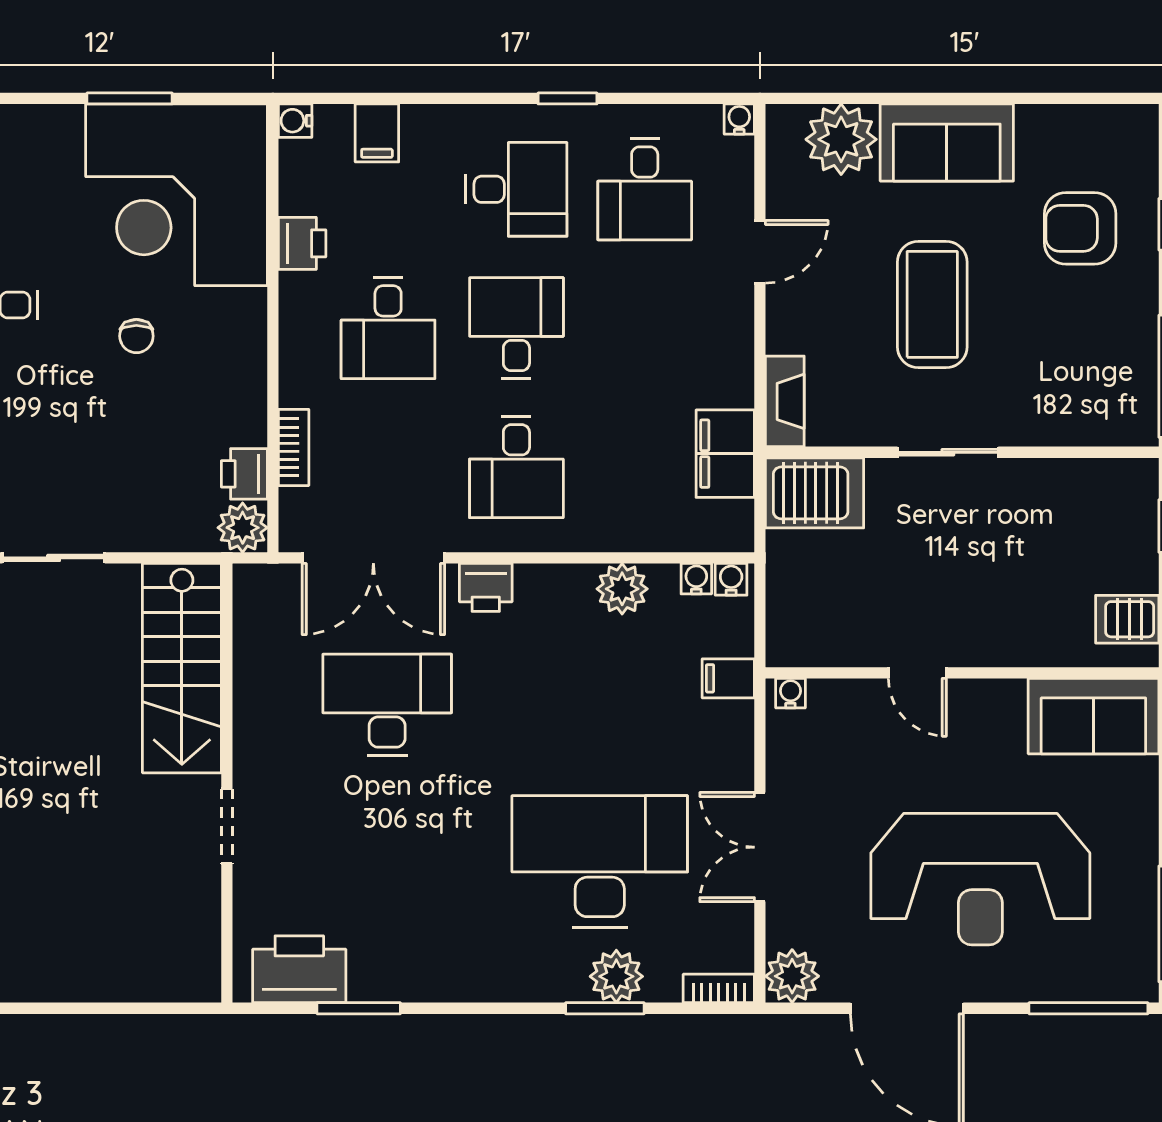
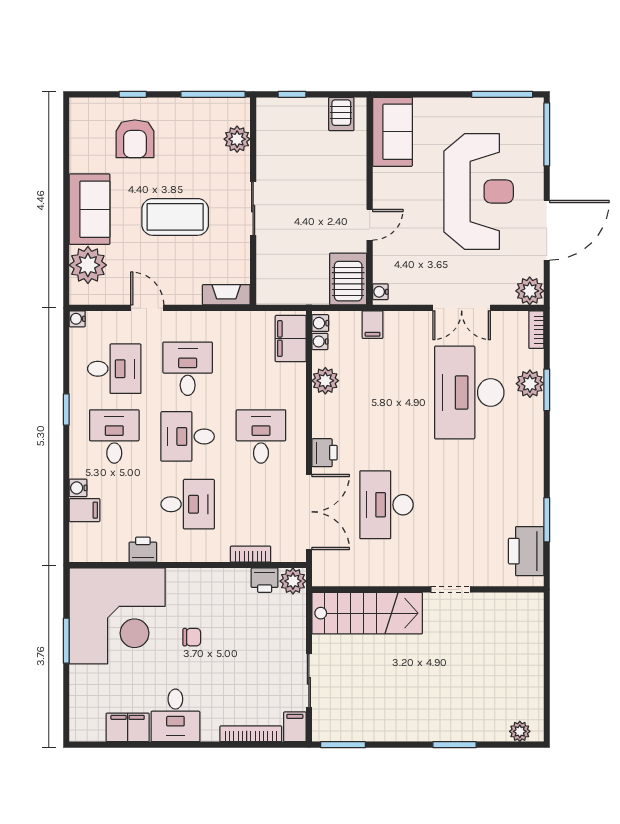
water cooler: (295, 121) -> (78, 488), moved, turned 90
desk: (645, 328) -> (188, 369), added
plant: (1079, 422) -> (237, 139), added
filing cabinet: (725, 454) -> (291, 339), moved, turned 90
desk: (516, 467) -> (261, 436), turned -90
server rack: (815, 493) -> (348, 279), moved

